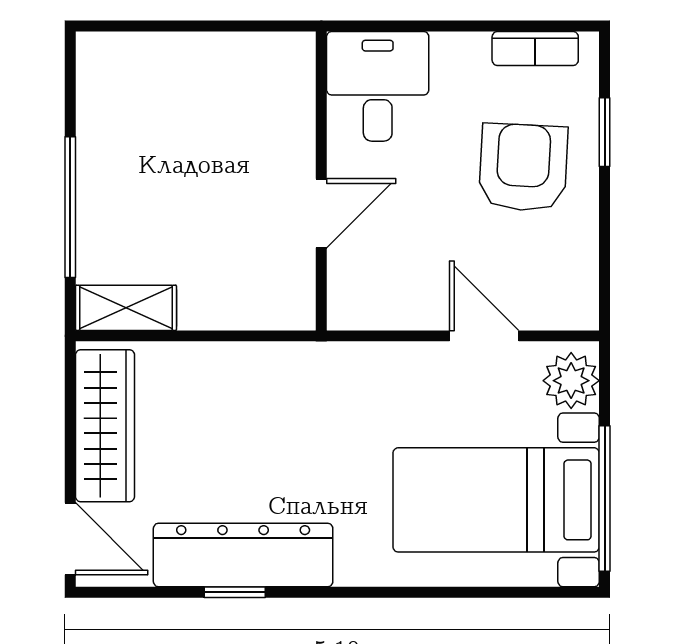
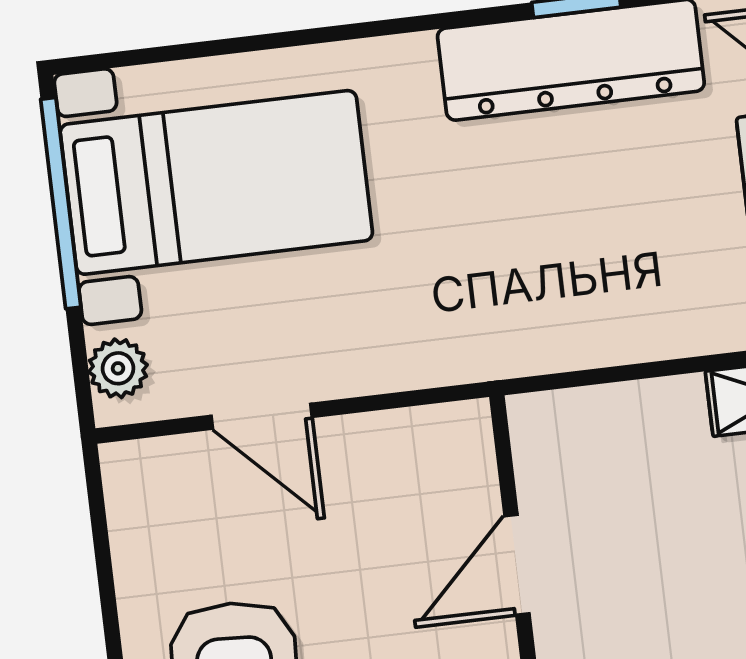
plant: (571, 381) -> (118, 368), width x0.73, depth x0.73

